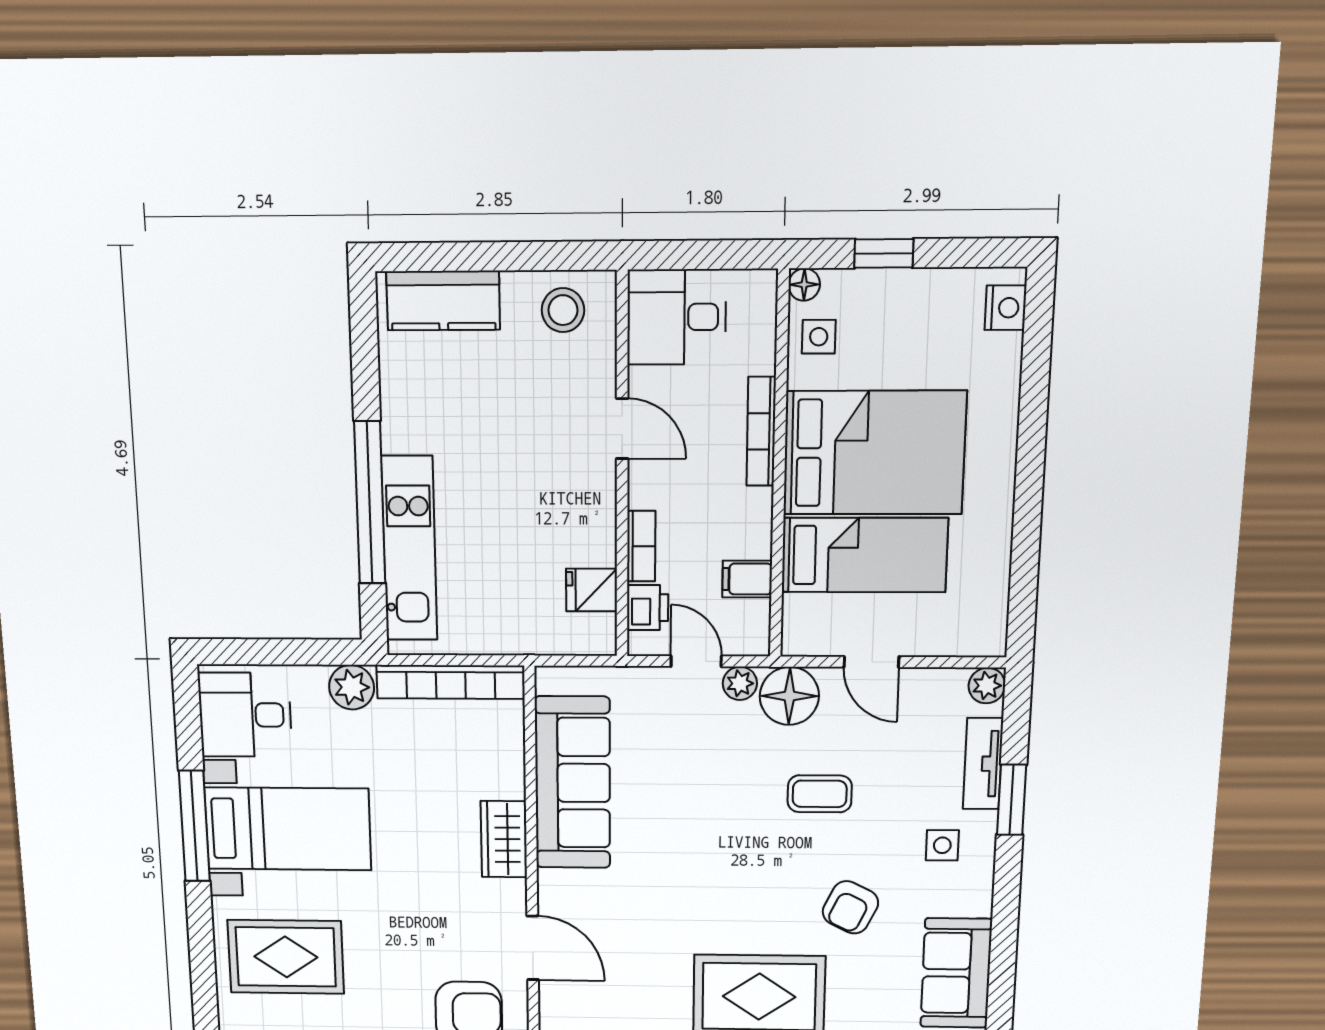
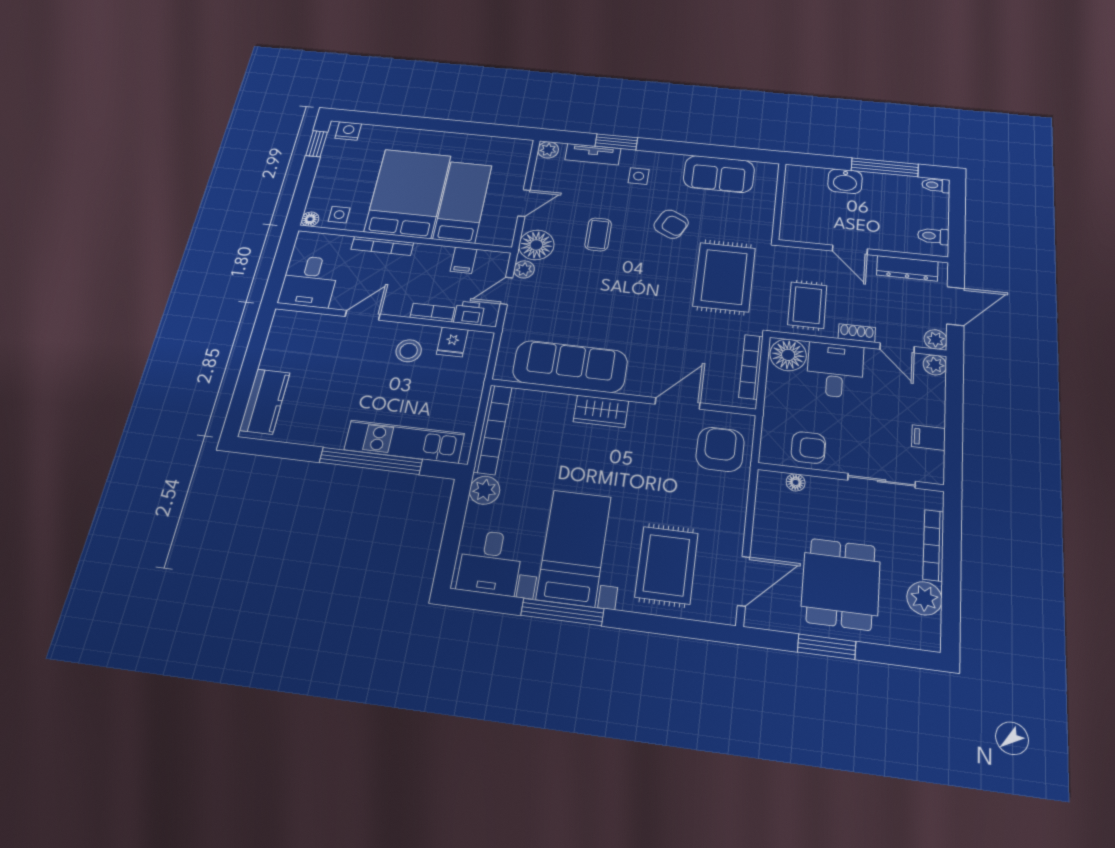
window: (884, 253) -> (317, 144), moved
stool: (563, 310) -> (409, 351), moved

